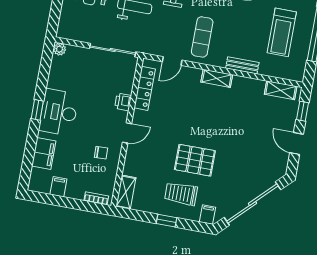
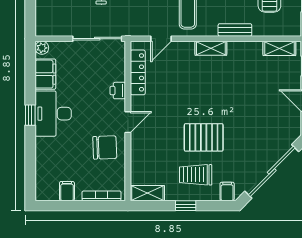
chair: (101, 153) -> (105, 147), width x1.87, depth x1.87
filing cabinet: (44, 154) -> (45, 74), moved
shelving: (126, 192) -> (147, 193), moved, turned 90
bookcase: (96, 198) -> (101, 196), width x1.56

